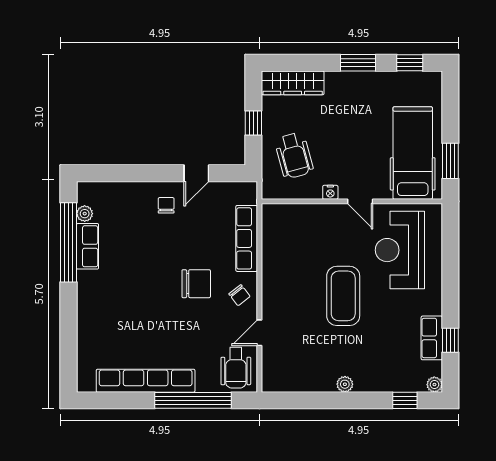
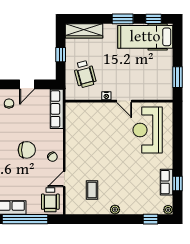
hospital bed: (413, 153) -> (145, 37), moved, turned -90
row of seats: (247, 238) -> (57, 109), moved
coffee table: (343, 296) -> (92, 190), moved, width x0.54, depth x0.58

